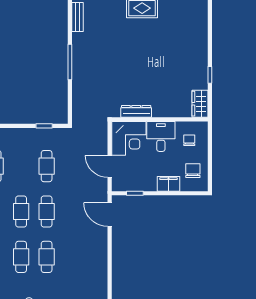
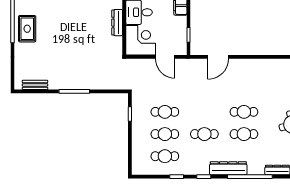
dresser: (136, 111) -> (117, 23), moved
door: (110, 166) -> (165, 57), hinge flipped
cafe table: (47, 211) -> (165, 134), moved
door: (110, 214) -> (218, 57), moved

